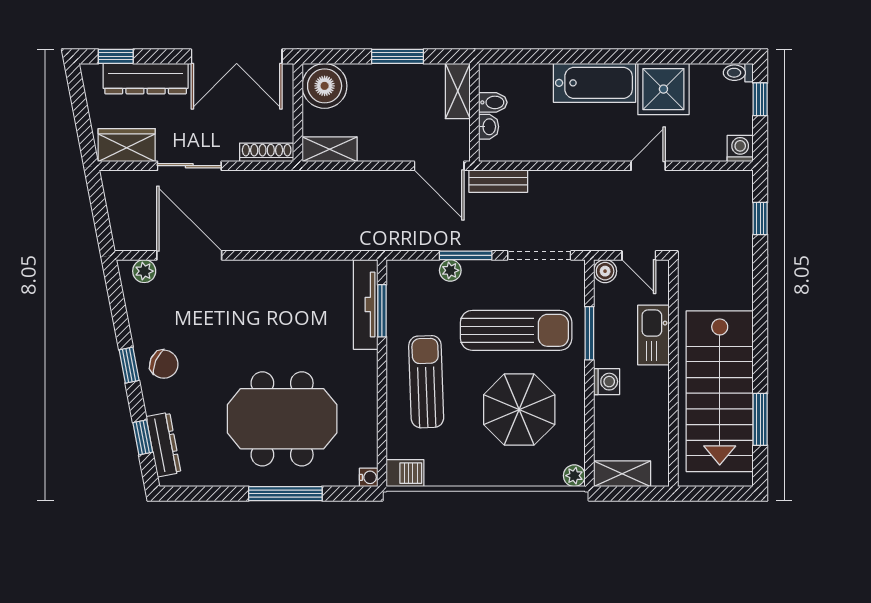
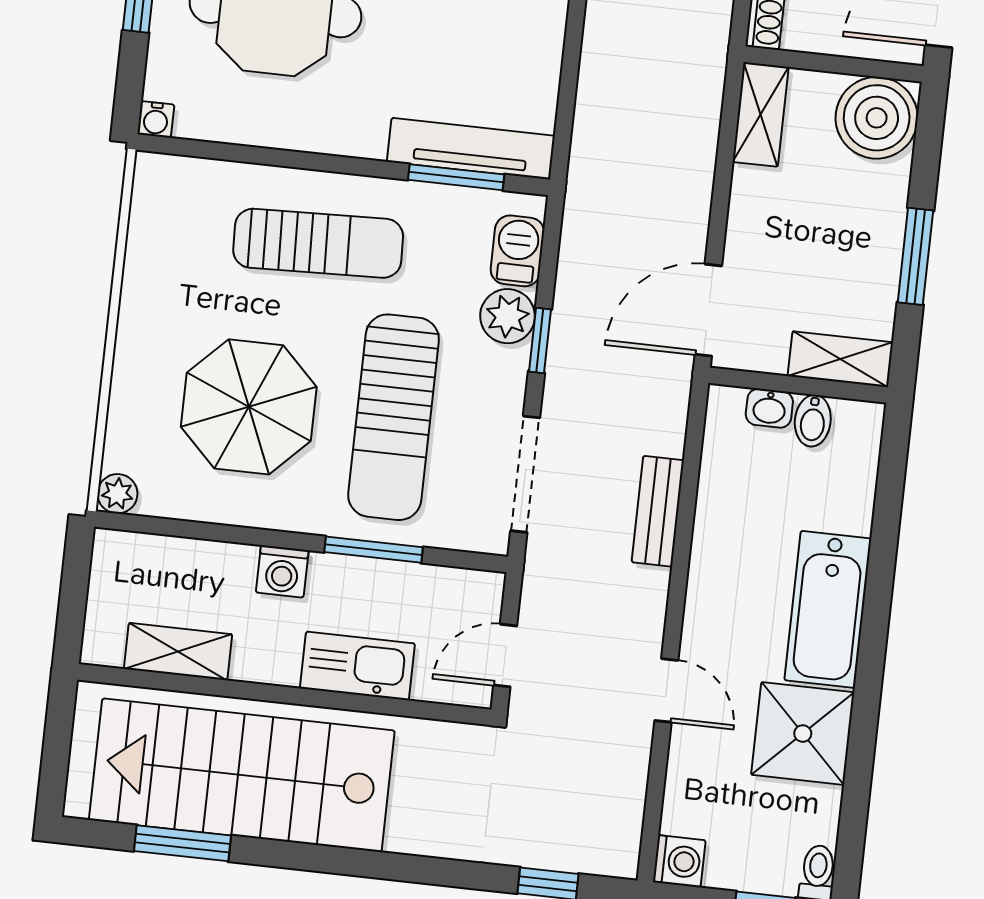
bench: (498, 181) -> (658, 511), moved
window: (466, 255) -> (540, 340), width x0.67
plant: (450, 270) -> (508, 316), width x1.38, depth x1.38
boiler: (605, 271) -> (483, 591), removed
barbecue: (405, 473) -> (517, 251), moved, turned 180
shelving: (622, 474) -> (178, 652), moved, turned 90

